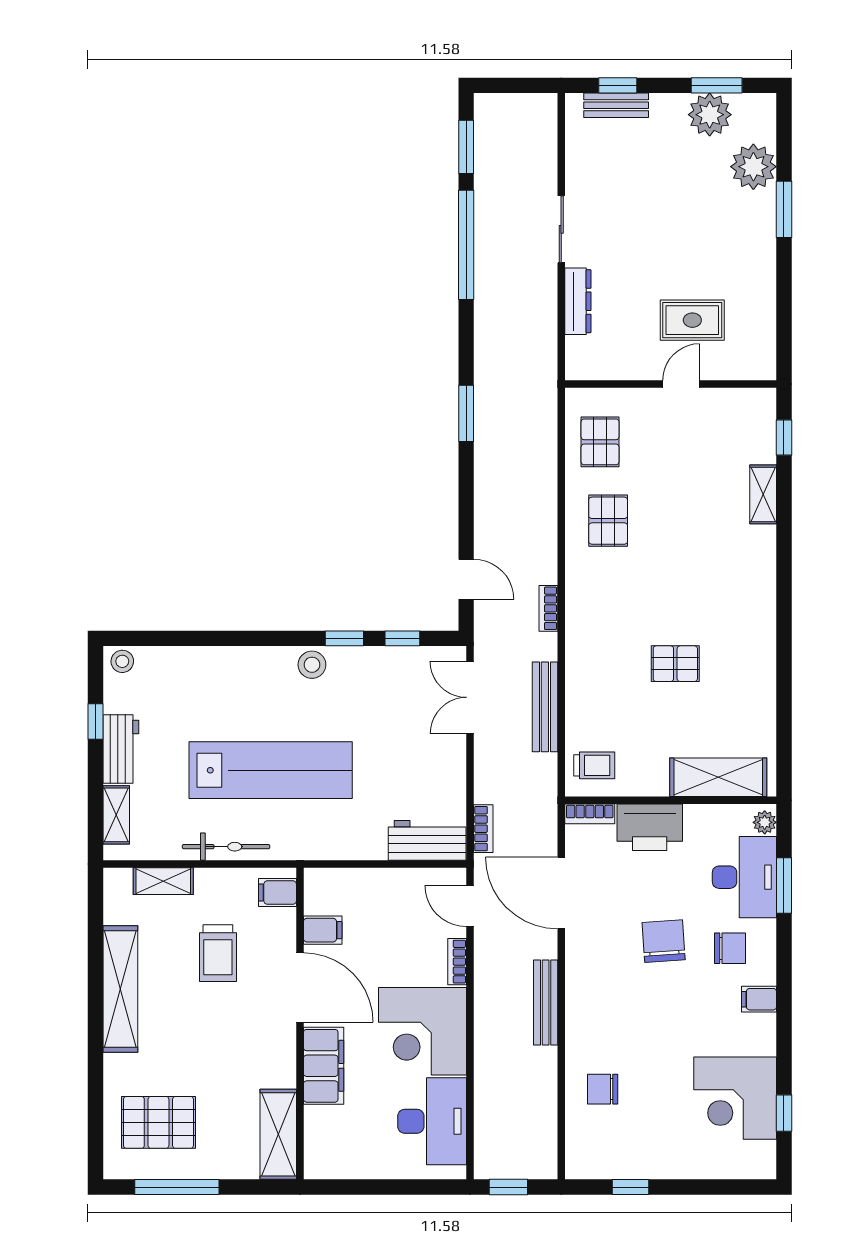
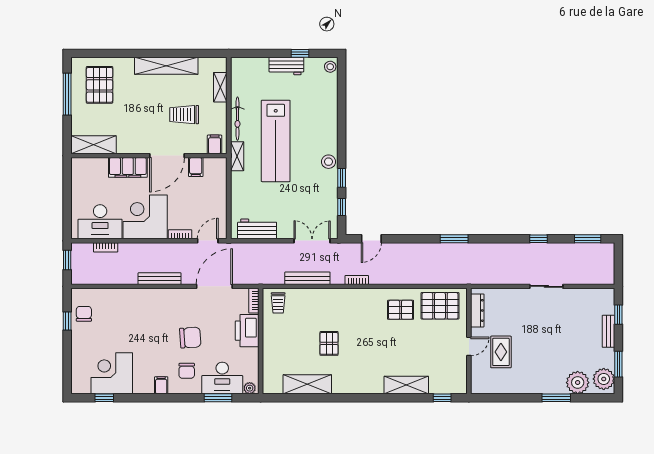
bench: (616, 105) -> (608, 331), moved
plant: (710, 115) -> (604, 379), moved
window: (466, 245) -> (539, 239), width x0.32
dresser: (578, 301) -> (477, 310), moved, turned -90
door: (681, 384) -> (469, 346), hinge flipped
pallet: (600, 442) -> (440, 306), width x1.50, depth x1.42
shelving: (763, 494) -> (406, 385), width x1.50, depth x1.33
shelving: (718, 777) -> (307, 384), moved, turned 90
shelving: (116, 815) -> (237, 156), moved, turned 90
bookcase: (483, 829) -> (106, 247), moved
workbench: (427, 840) -> (257, 229), moved, turned -90
chair: (603, 1089) -> (84, 314), moved

